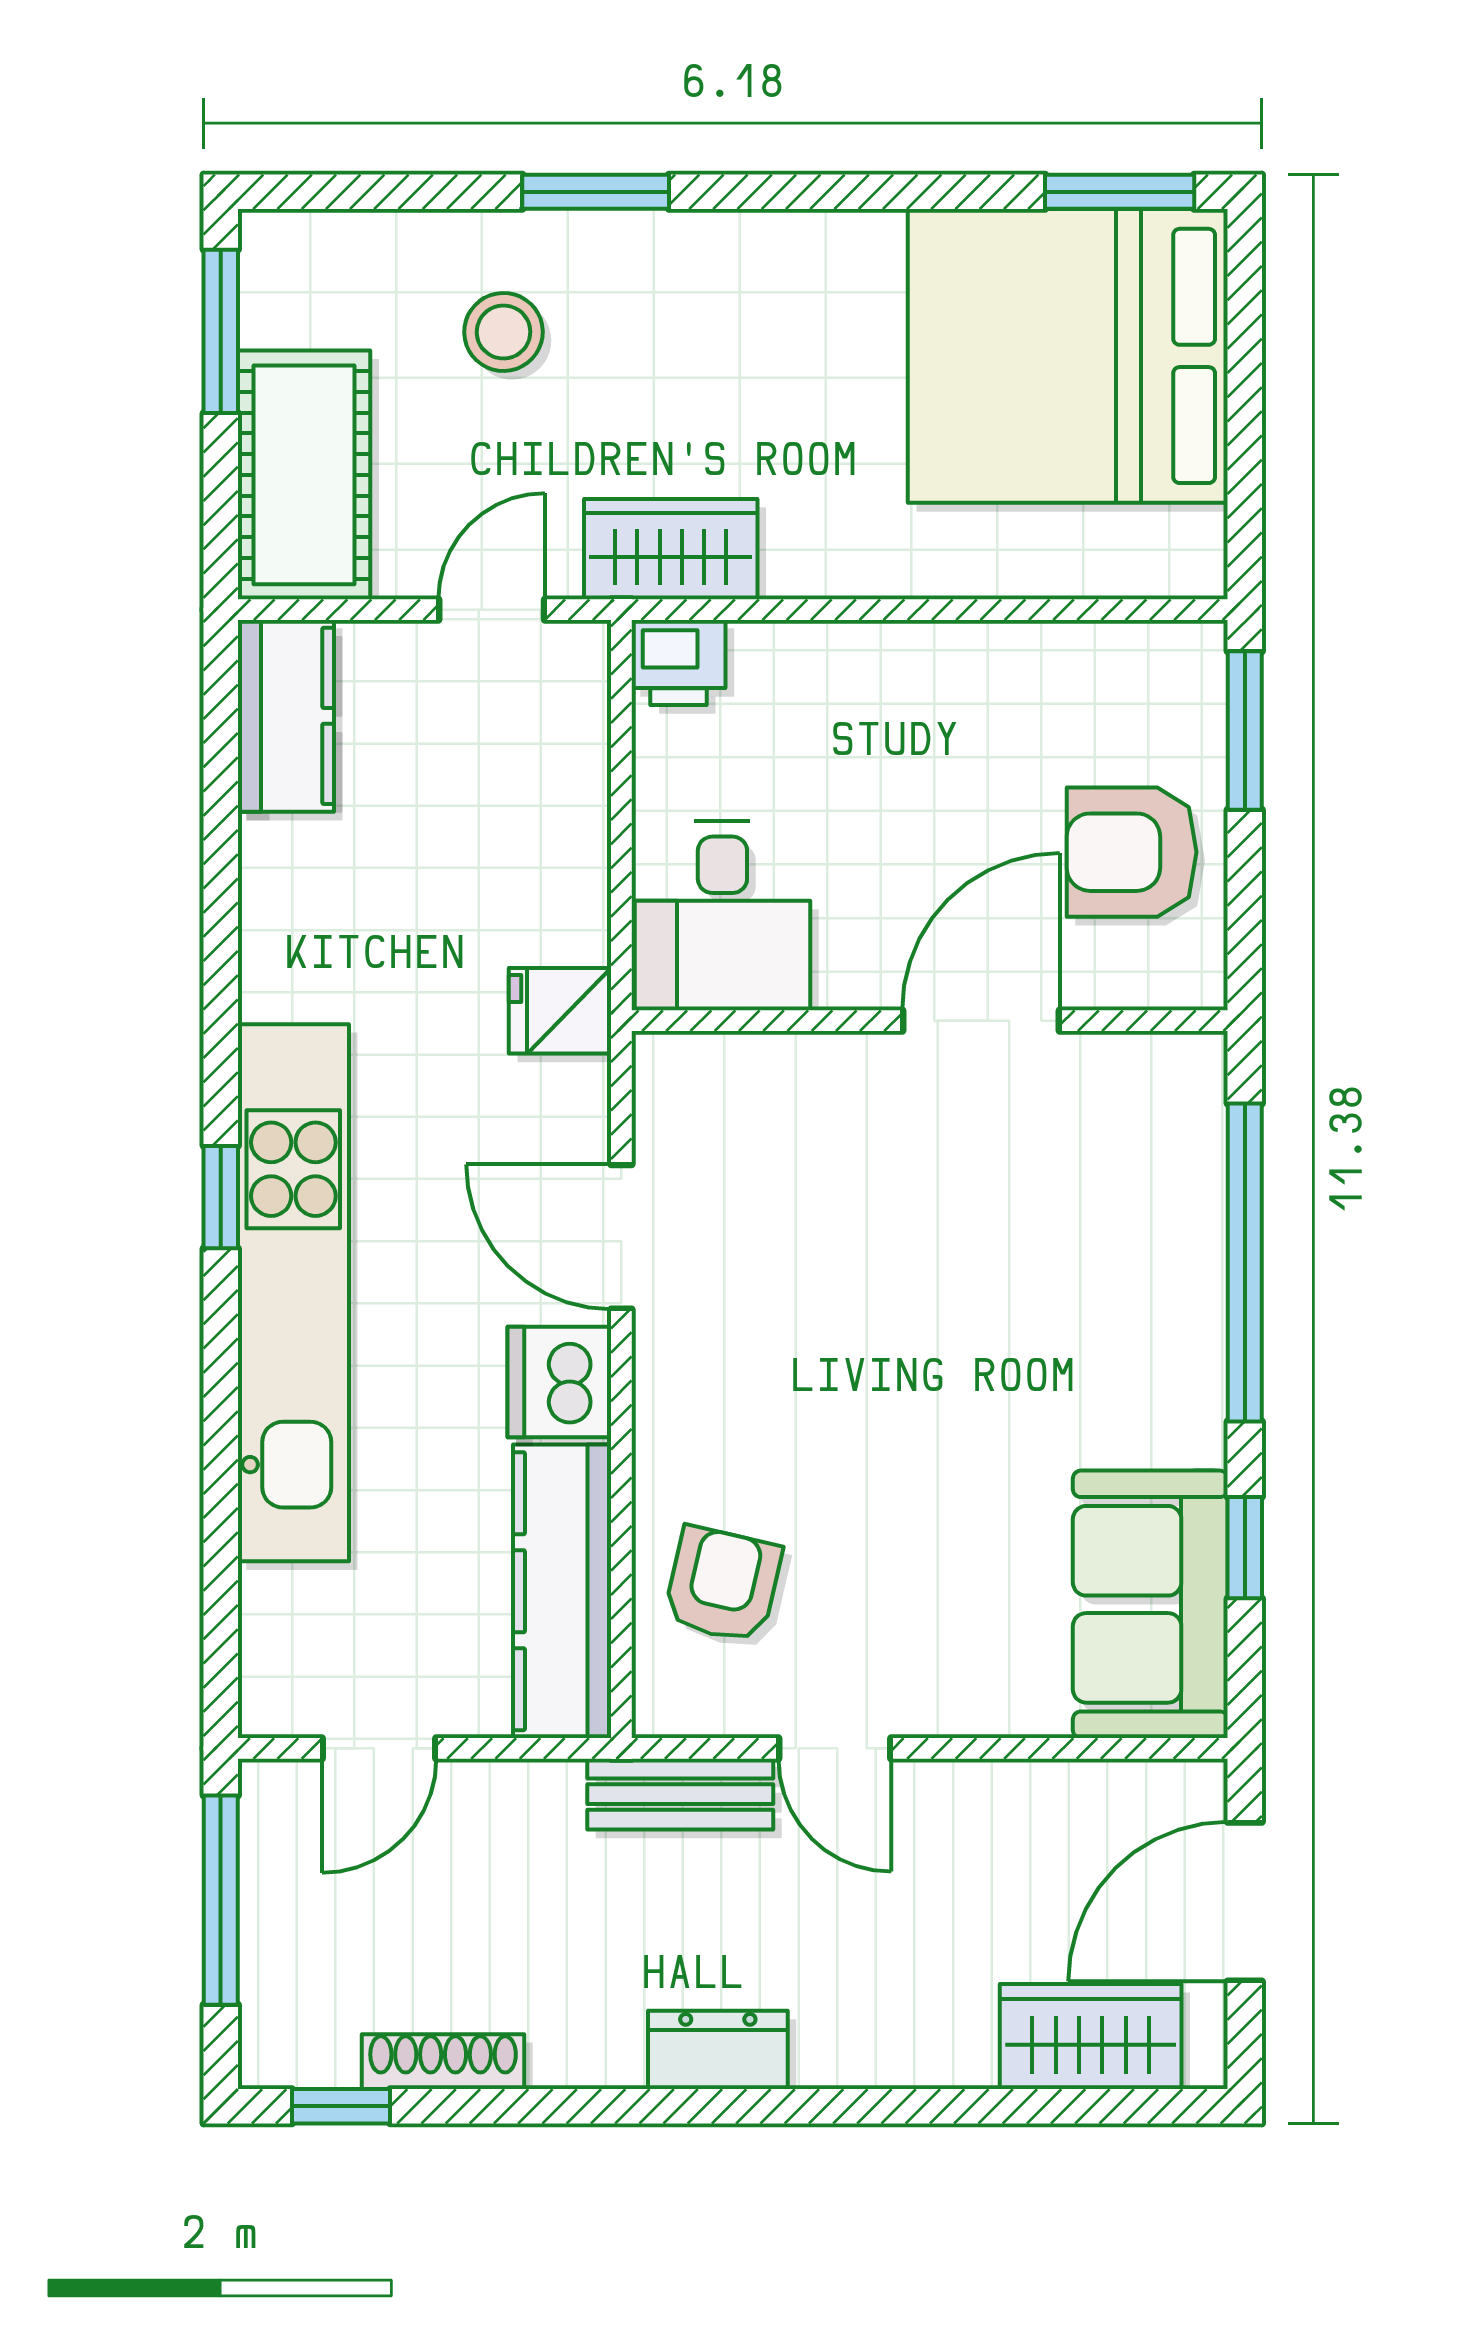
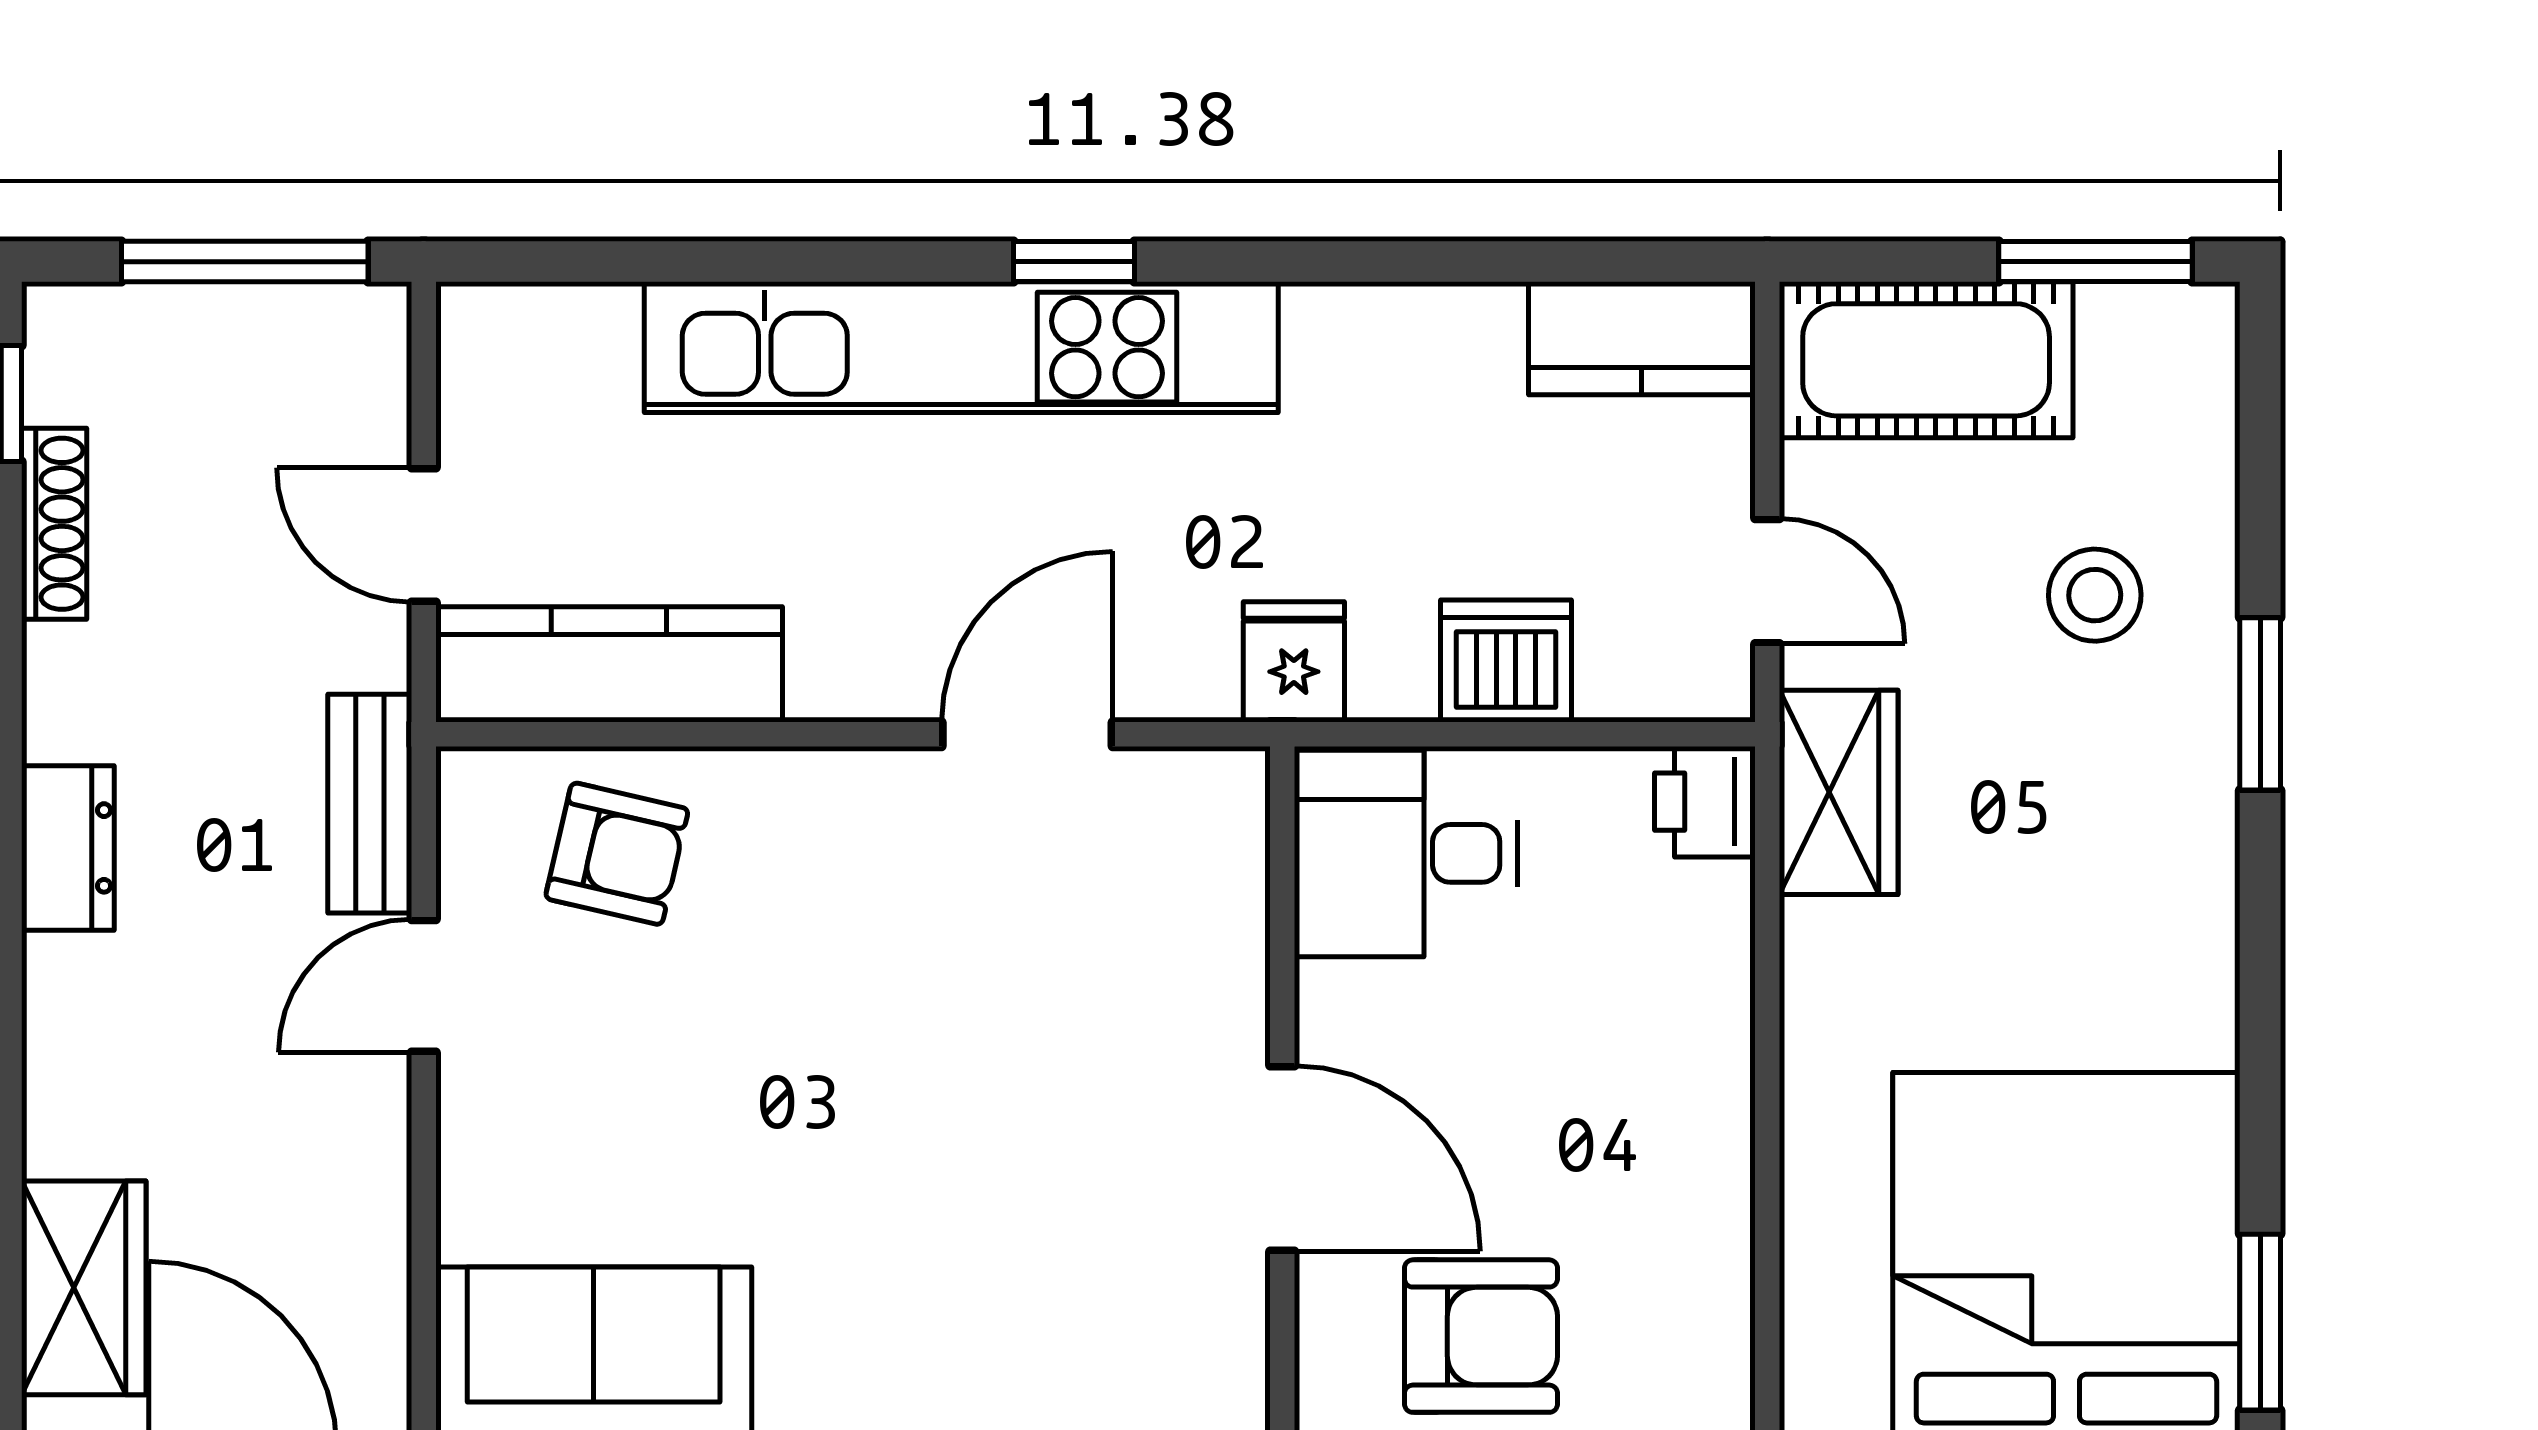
armchair: (1132, 852) -> (1481, 1336), turned 90
dishwasher: (559, 1382) -> (1506, 661), moved
door: (379, 1748) -> (424, 535), moved

